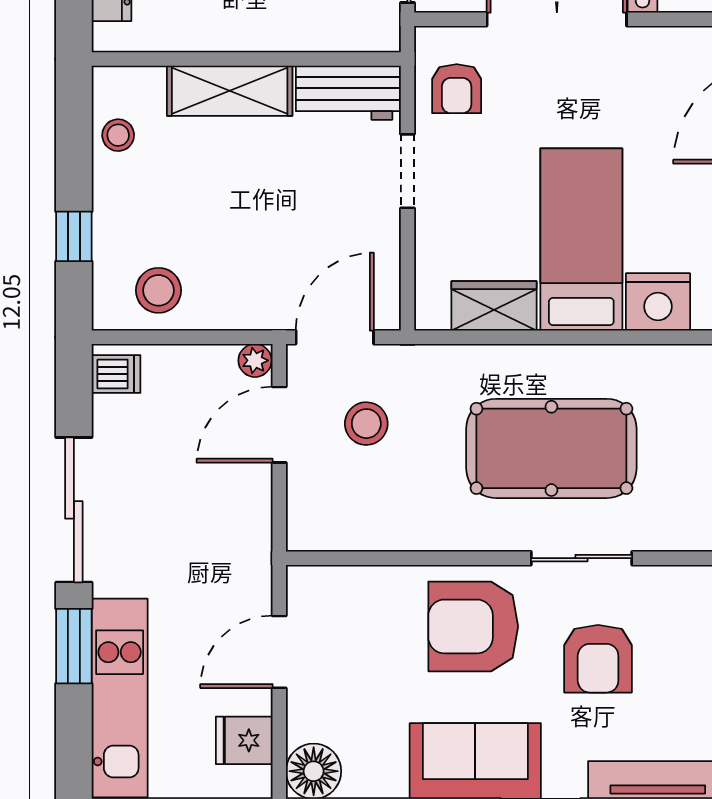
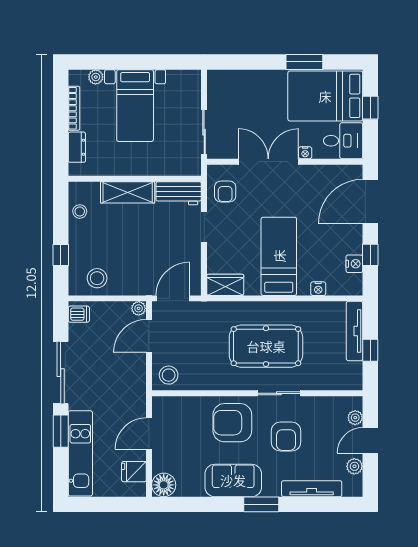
nightstand: (658, 302) -> (318, 289), width x0.53, depth x0.56
wardrobe: (494, 306) -> (225, 285), moved
stool: (366, 424) -> (169, 375), moved

